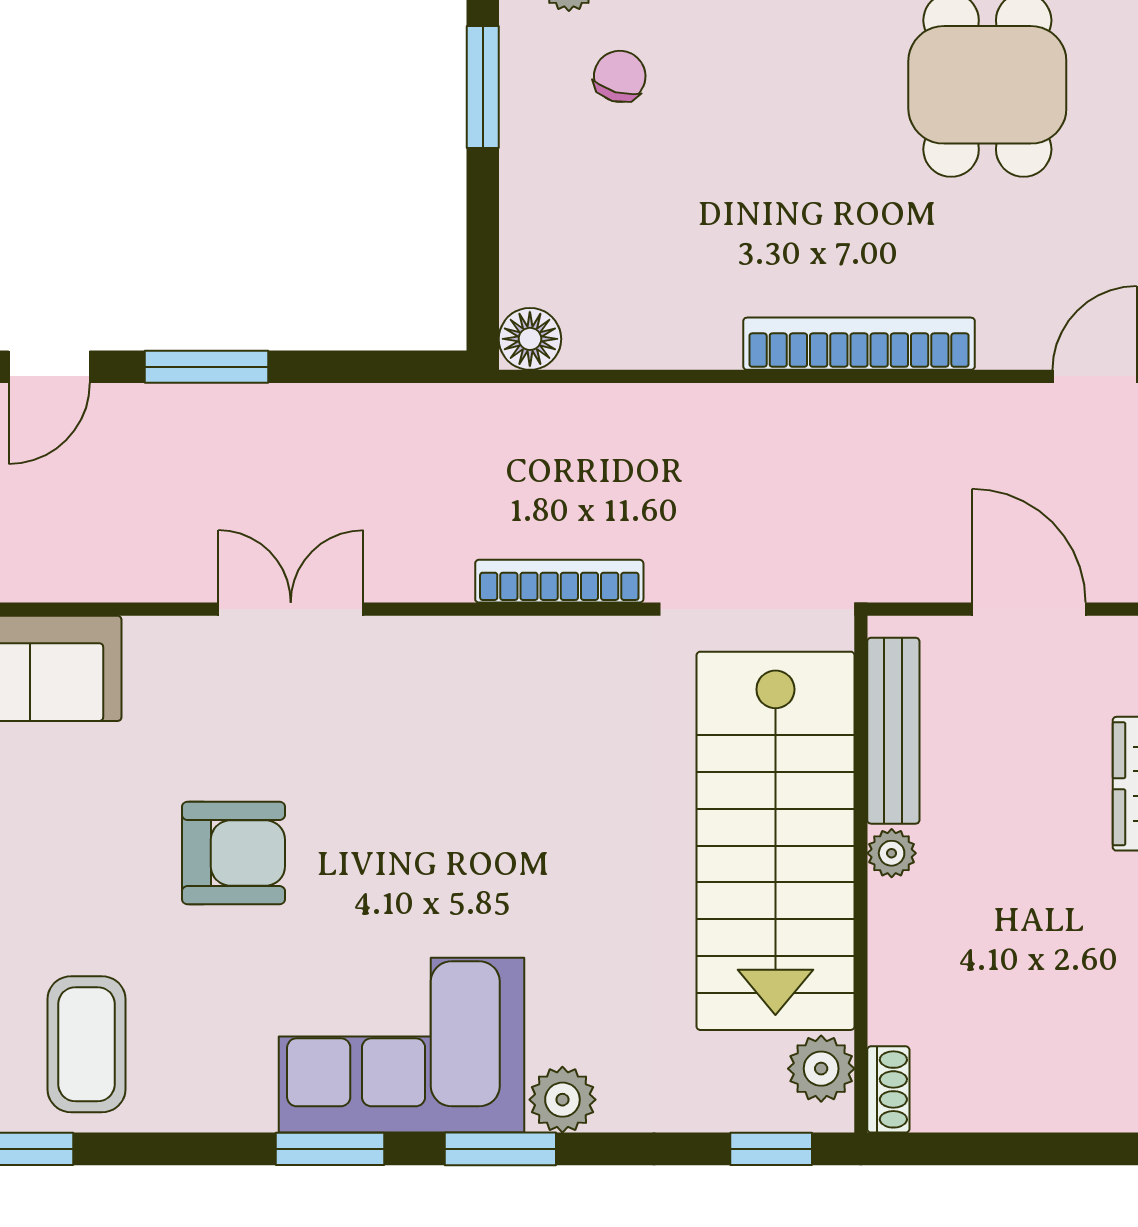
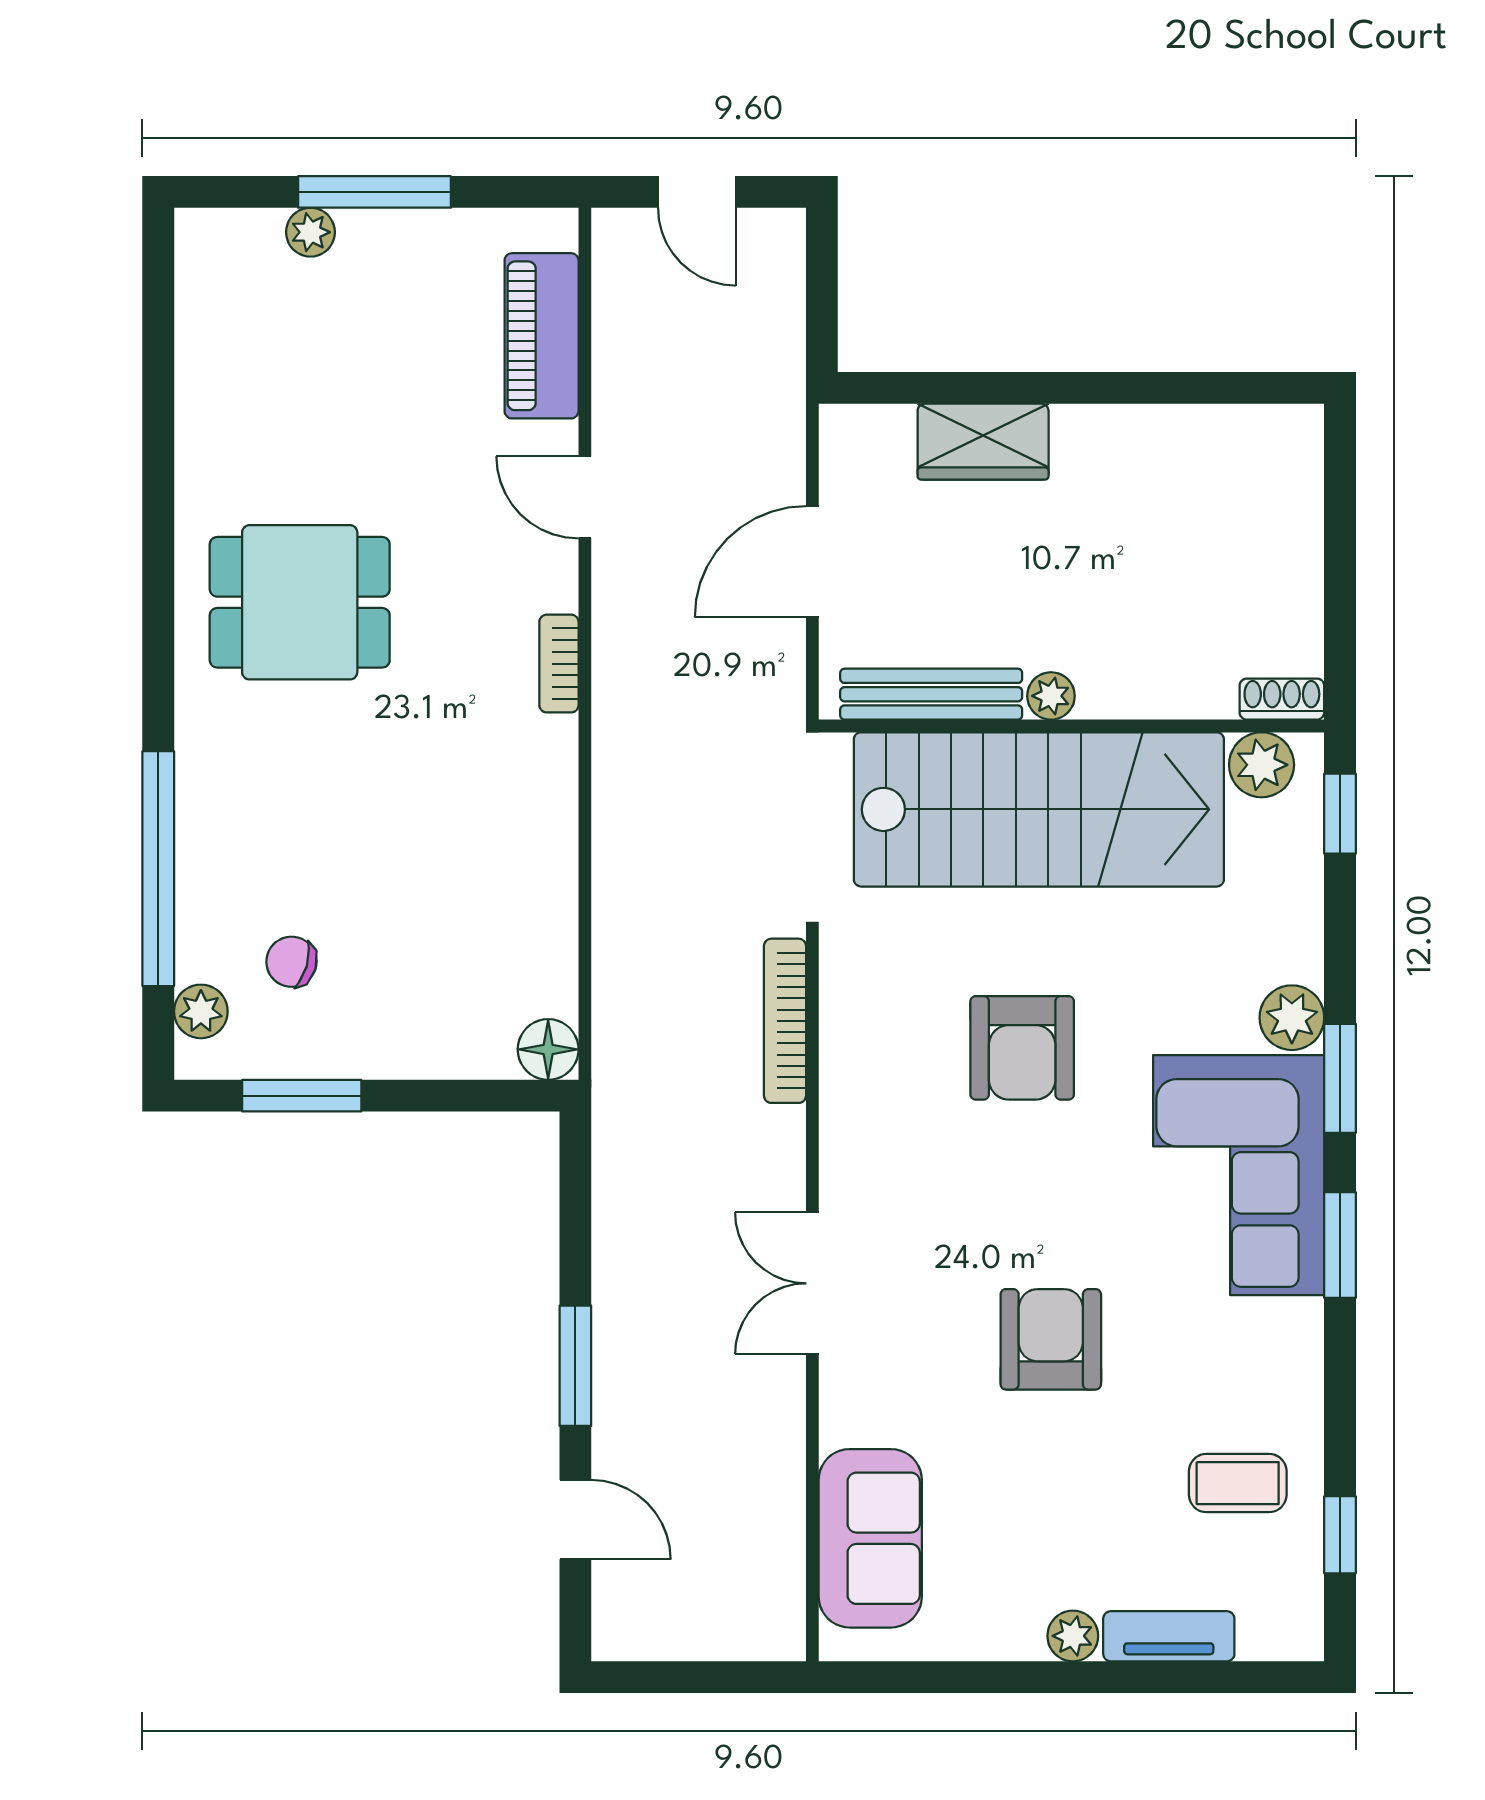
bookcase: (859, 344) -> (559, 664), width x0.43, depth x0.76
armchair: (532, 824) -> (1022, 1048), added
coffee table: (87, 1044) -> (1238, 1483), width x0.73, depth x0.77

